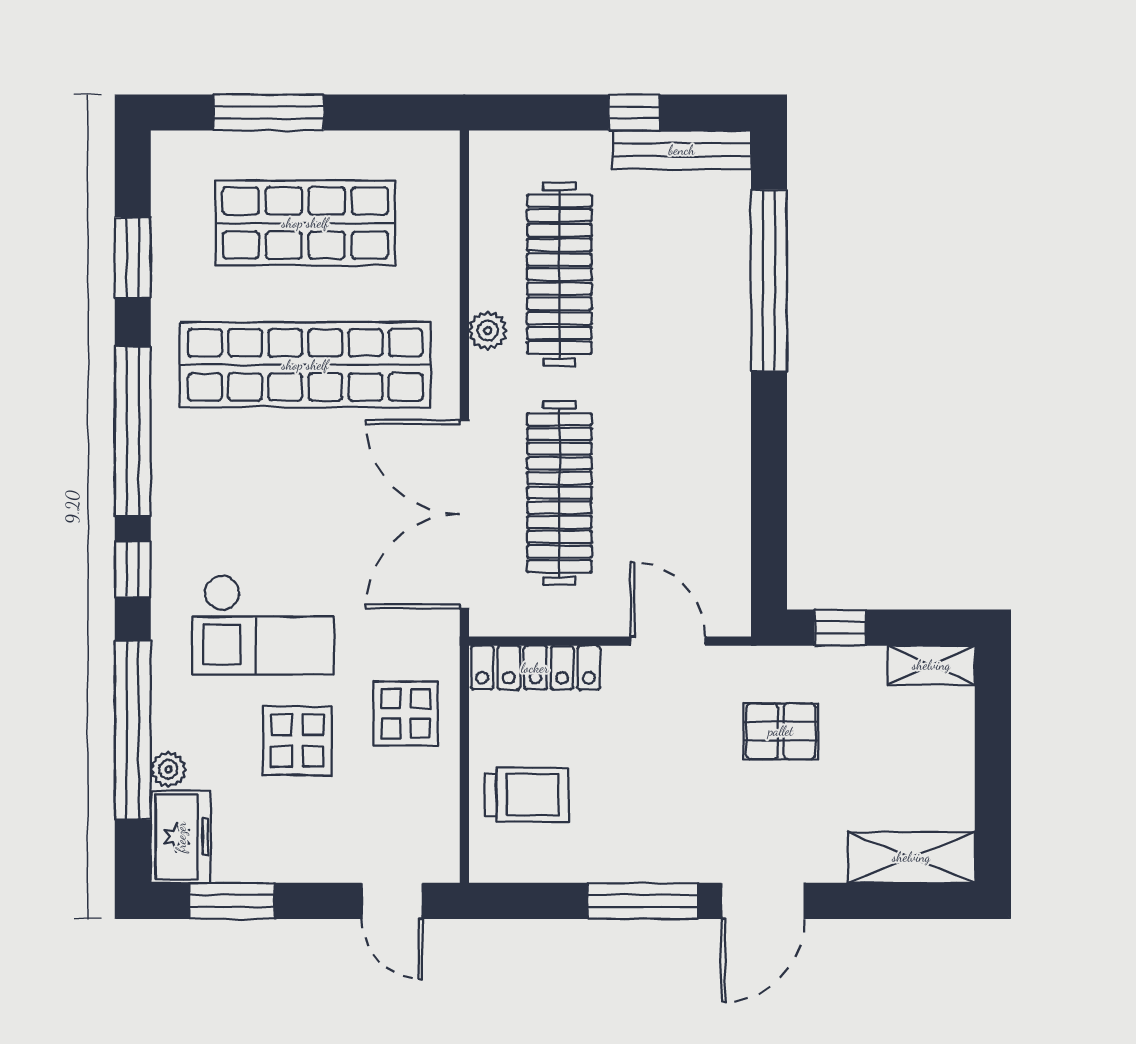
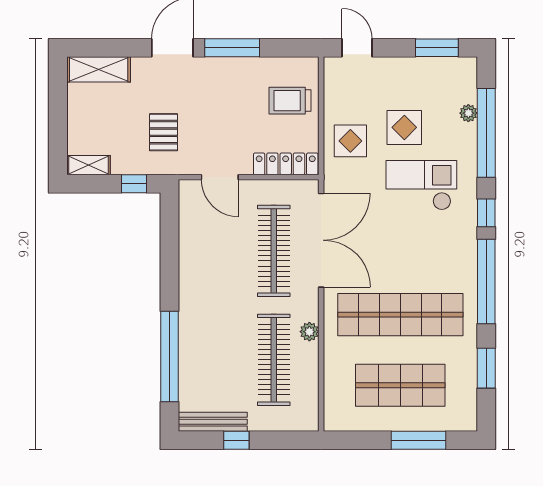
pallet: (781, 731) -> (164, 132), turned 90
freezer: (181, 837) -> (462, 80), removed

